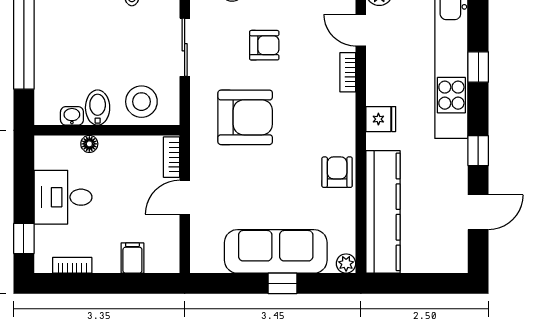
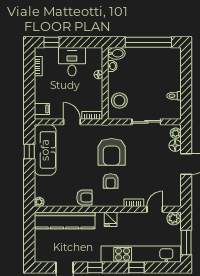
armchair: (264, 45) -> (111, 181), moved
bidet: (98, 108) -> (116, 53), moved
sofa: (276, 251) -> (45, 150), moved
filing cabinet: (132, 258) -> (42, 109), moved
window: (282, 283) -> (29, 151), moved

